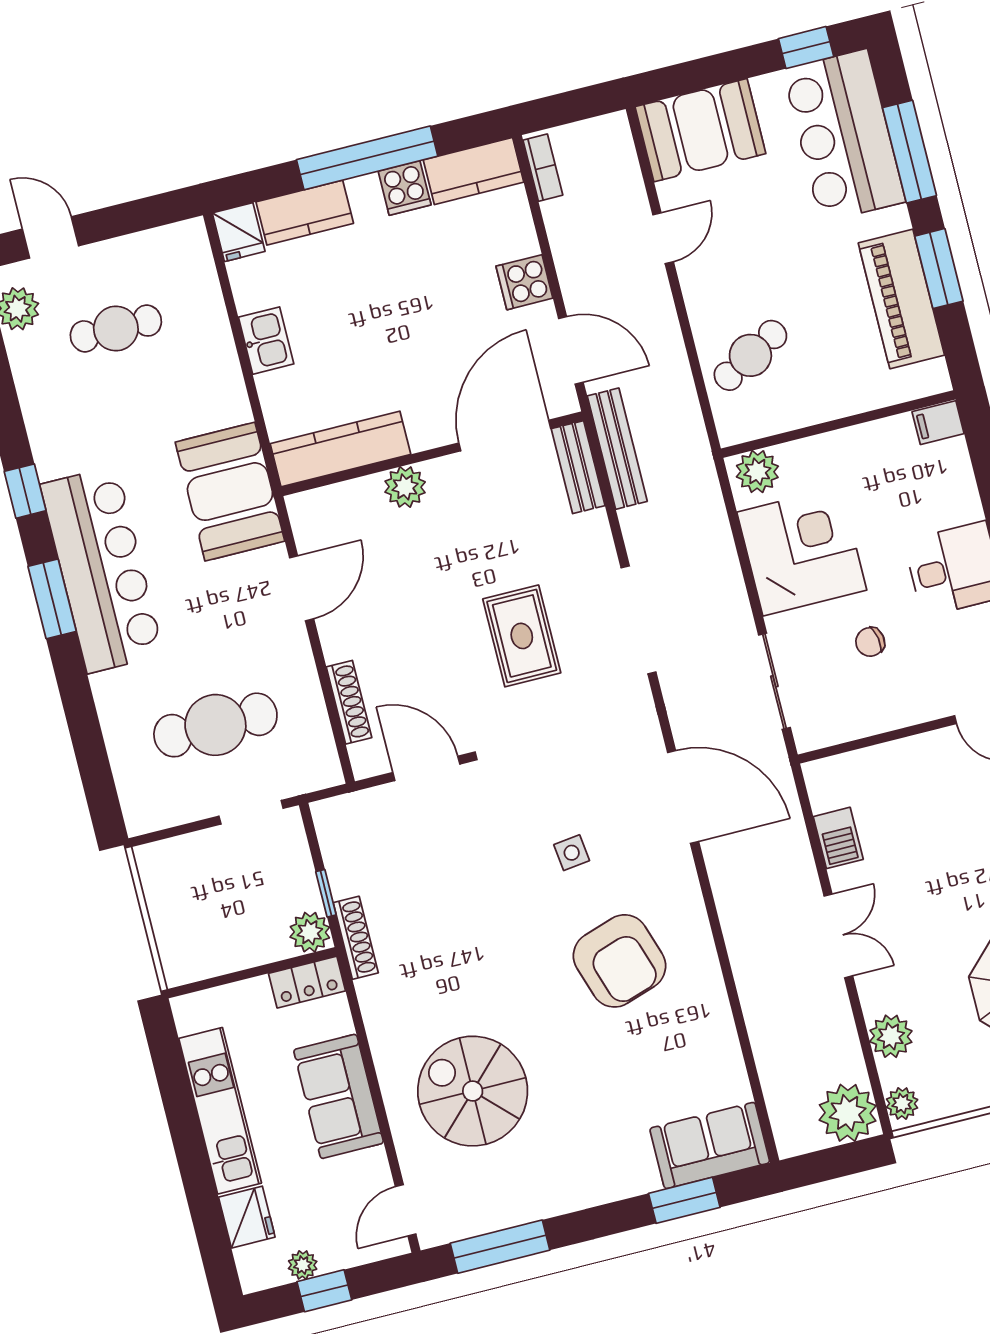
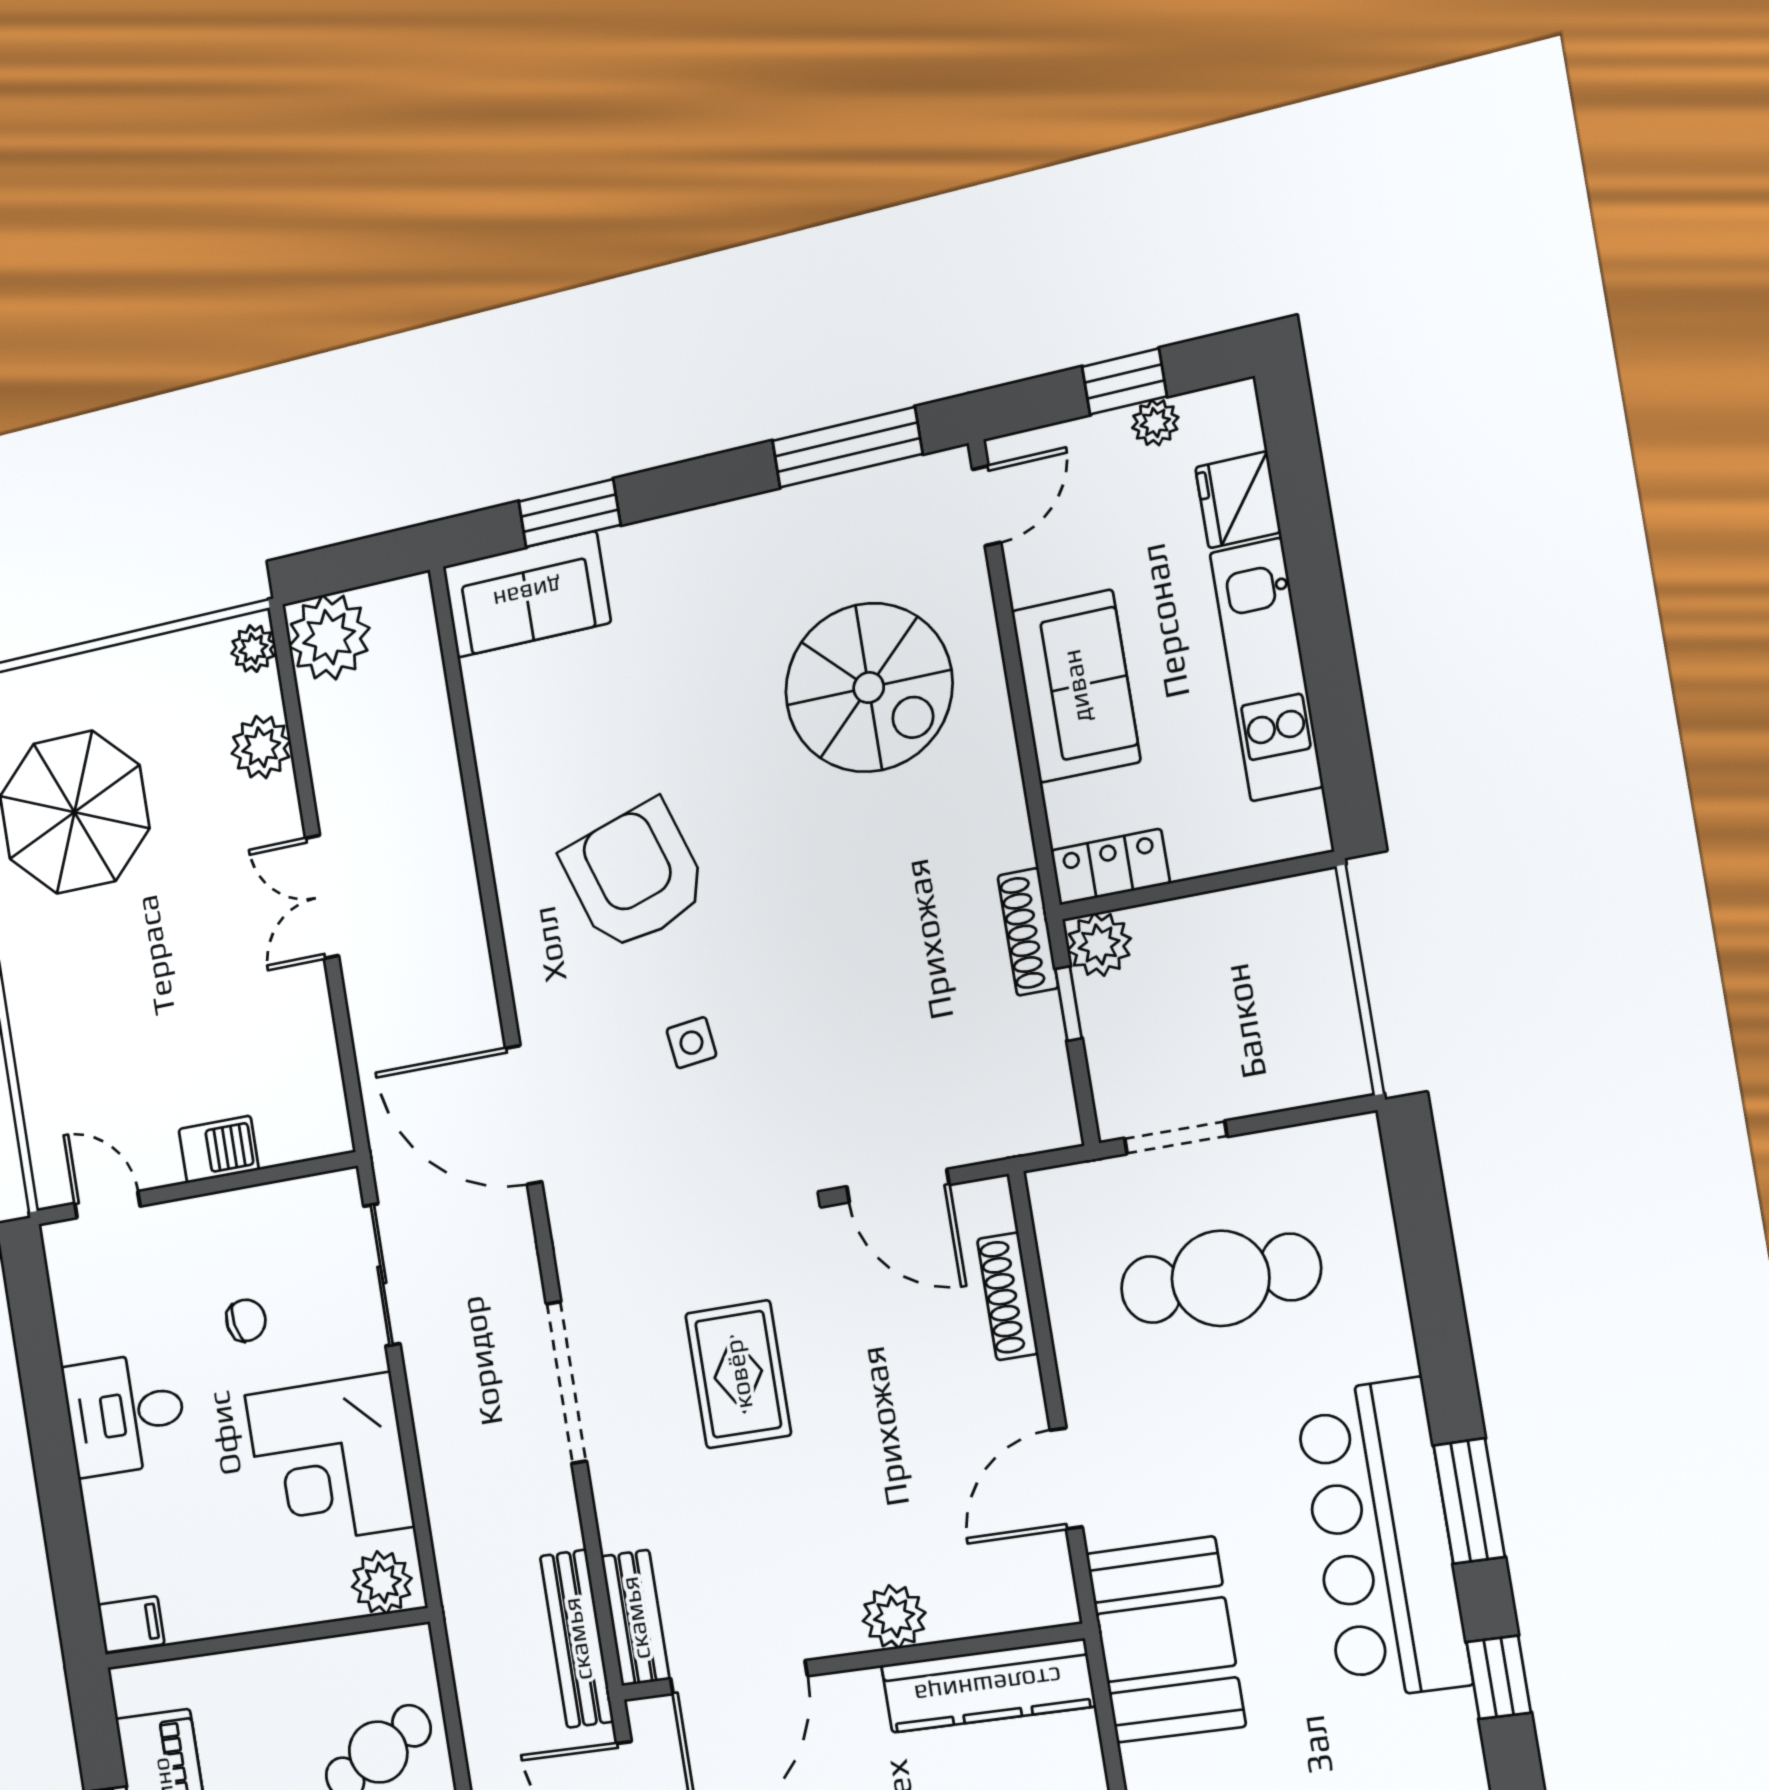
barbecue: (838, 838) -> (219, 1149), moved, turned 90

